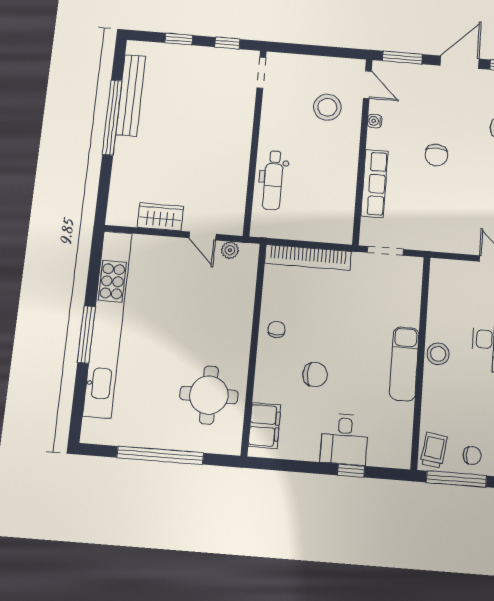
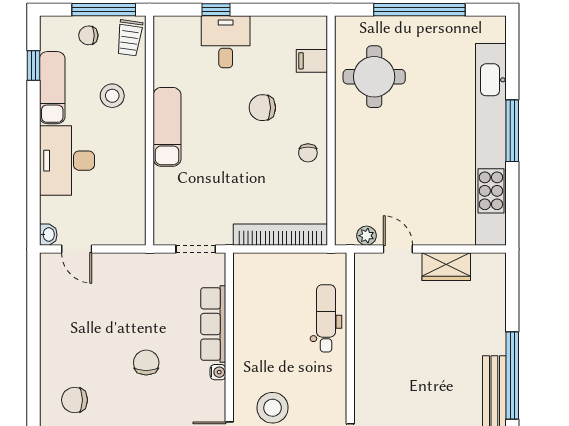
water cooler: (375, 121) -> (218, 372), moved
stool: (438, 354) -> (112, 96), moved
filing cabinet: (265, 426) -> (312, 61), width x0.50

